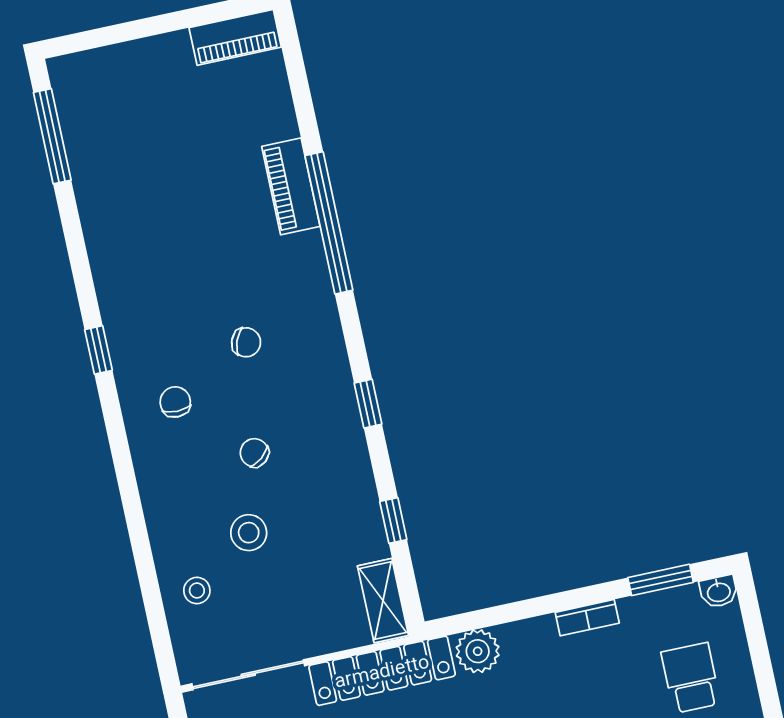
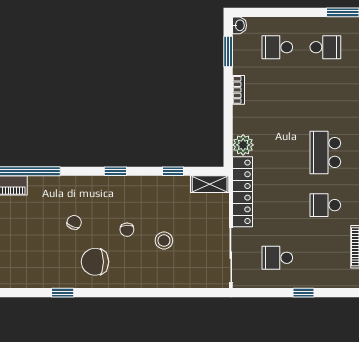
chair: (175, 402) -> (95, 262), width x1.87, depth x1.87
chair: (254, 453) -> (127, 230), turned -54
stool: (197, 591) -> (186, 271), removed

